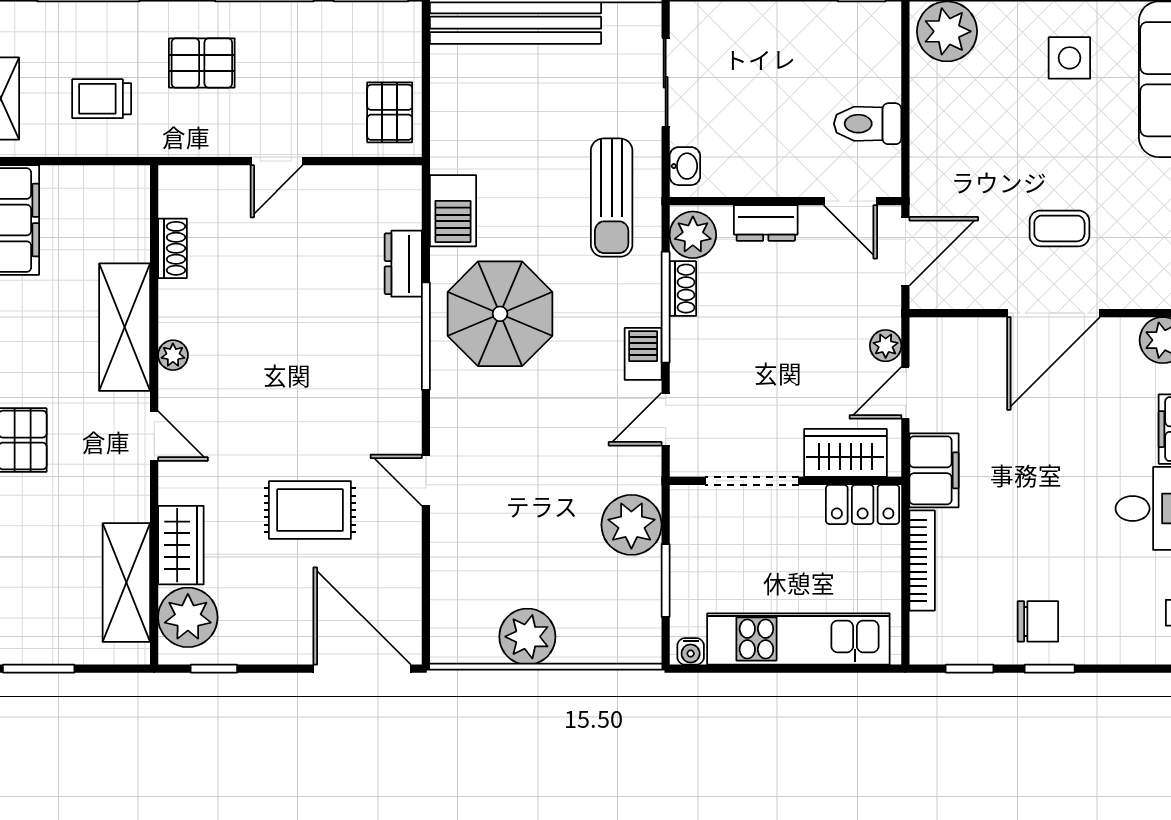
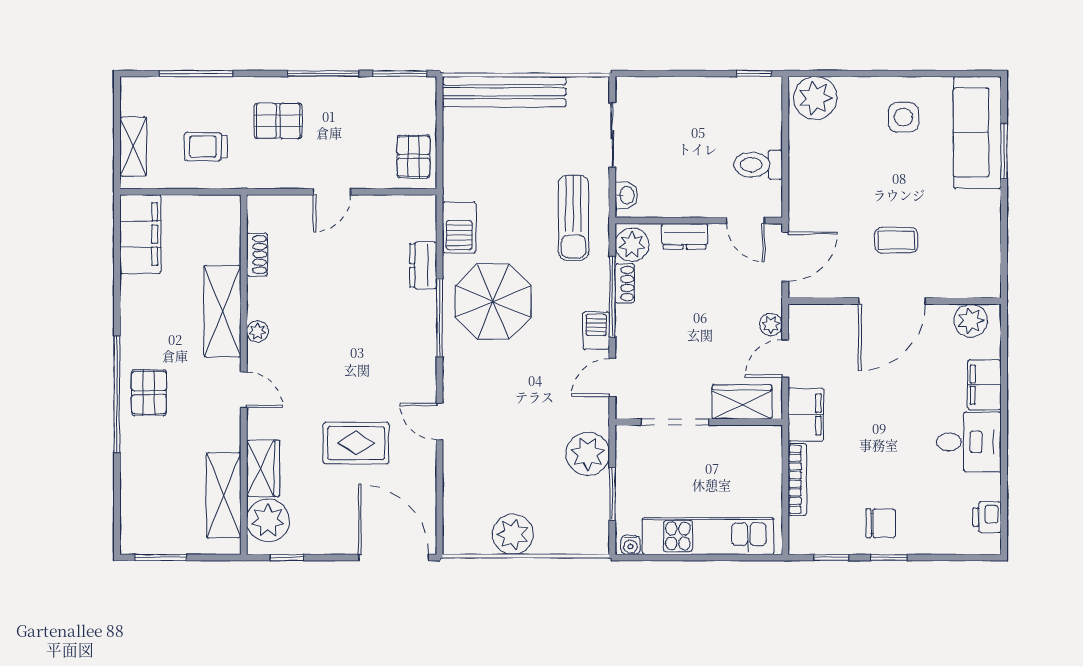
locker: (863, 504) -> (754, 439), removed

